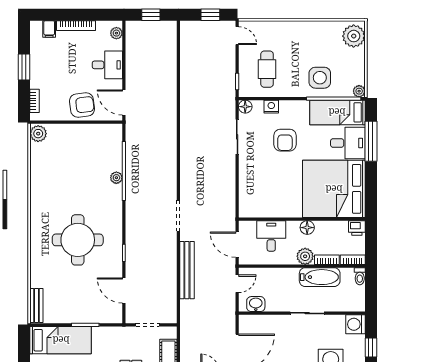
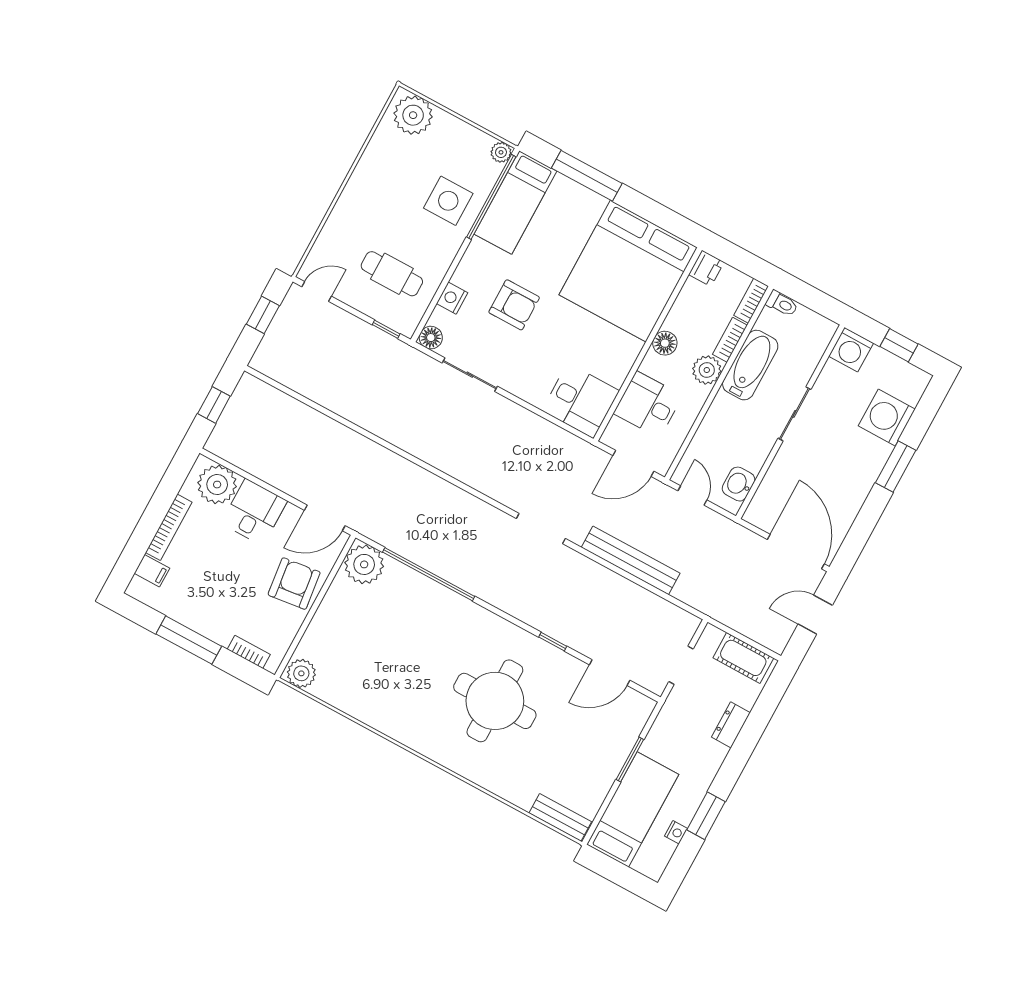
plant: (116, 33) -> (217, 485), width x1.87, depth x1.87
window: (24, 67) -> (189, 640), width x1.44
desk: (348, 143) -> (581, 401), moved, turned 90
plant: (116, 178) -> (364, 564), moved, width x1.88, depth x1.88

